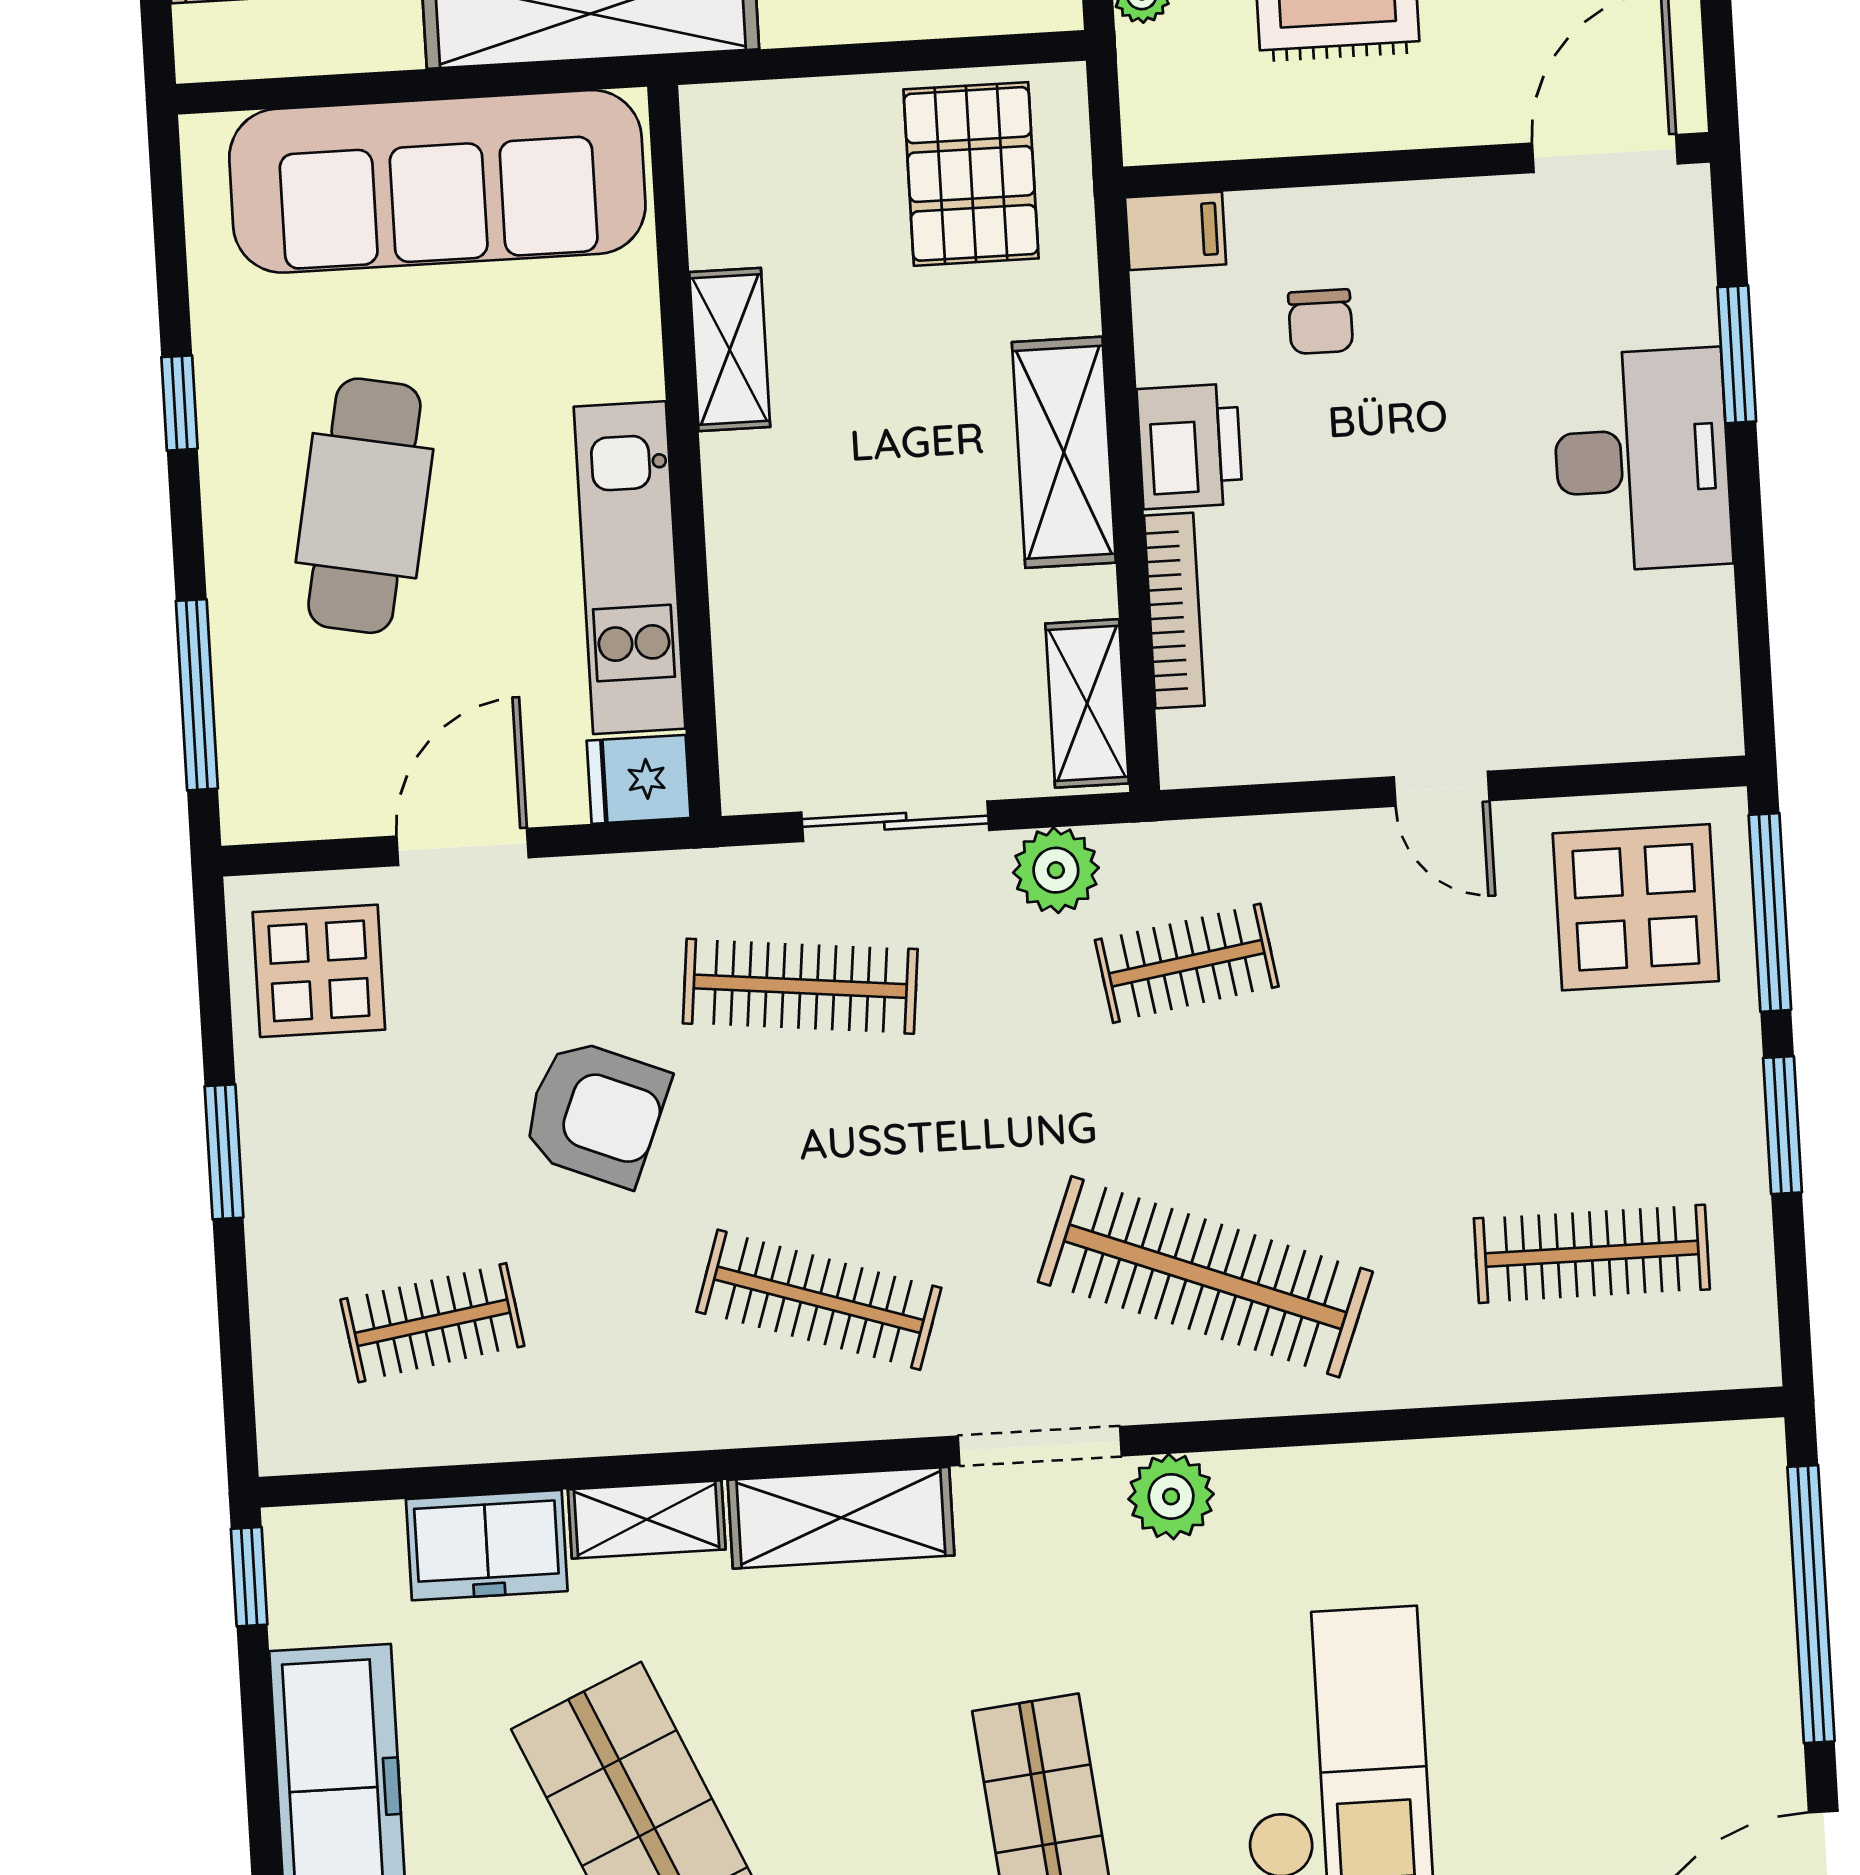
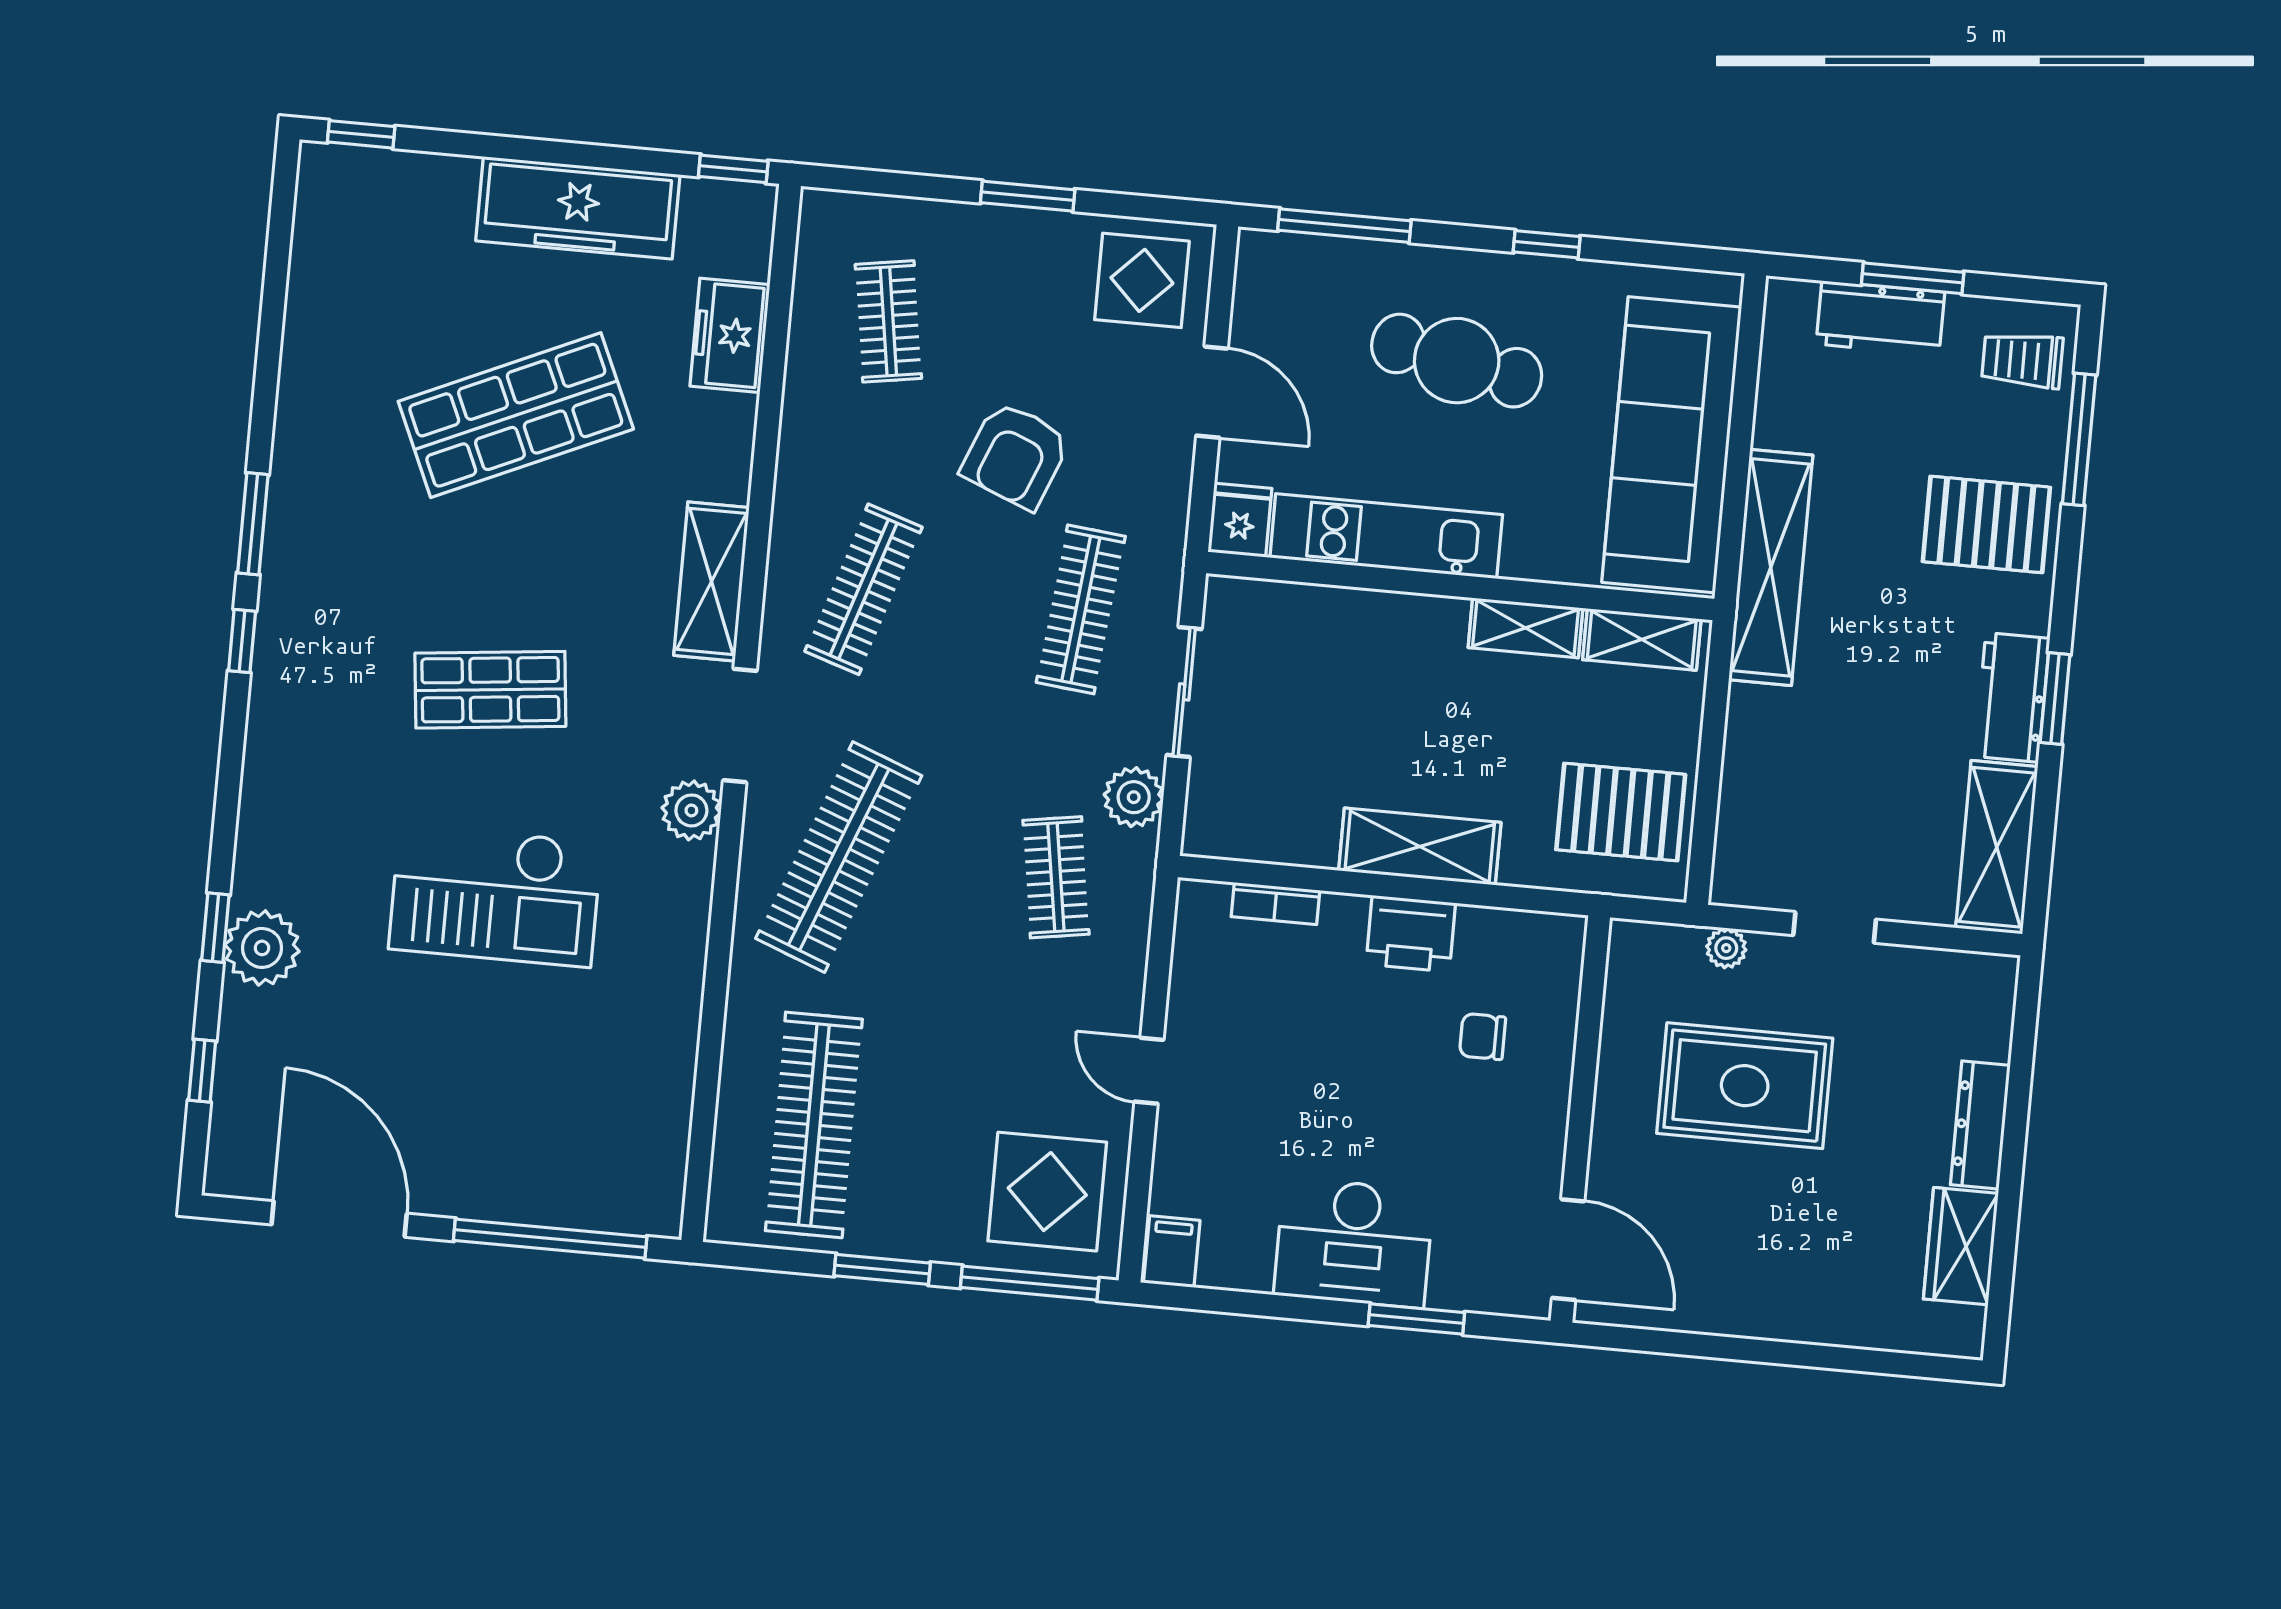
filing cabinet: (1176, 231) -> (1172, 1252), moved, turned 180
bookcase: (1174, 611) -> (1275, 904), width x0.64
shelving: (1087, 703) -> (1642, 639), moved
door: (1442, 789) -> (1149, 1071), hinge flipped
clothes rail: (1592, 1254) -> (814, 1125), width x1.37, depth x1.31
shelving: (647, 1519) -> (731, 448), removed

